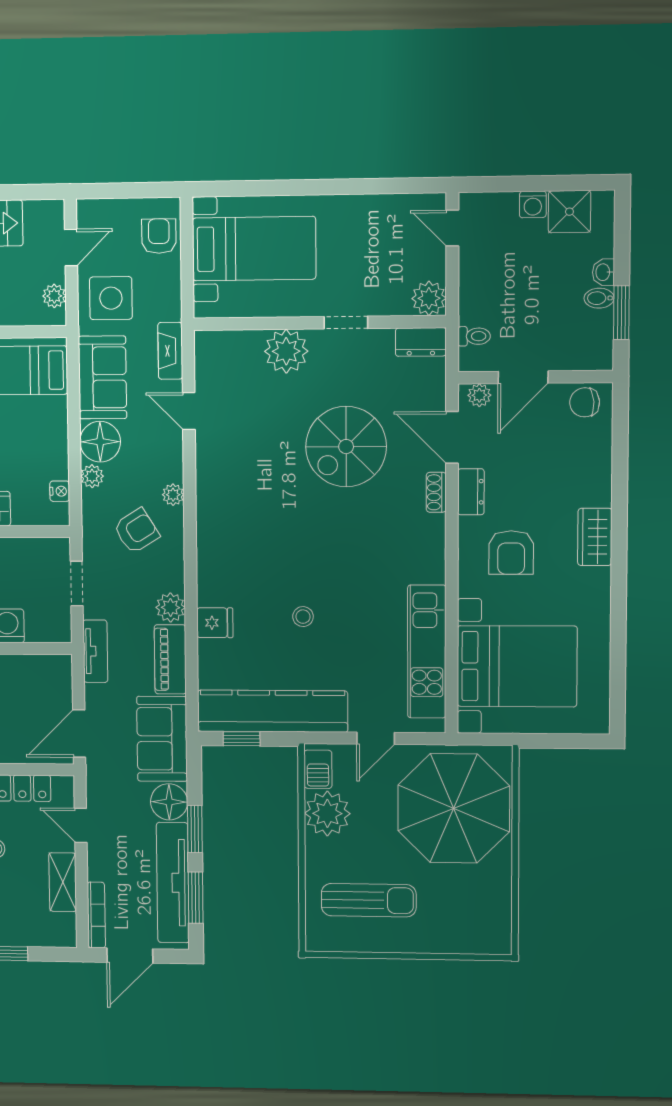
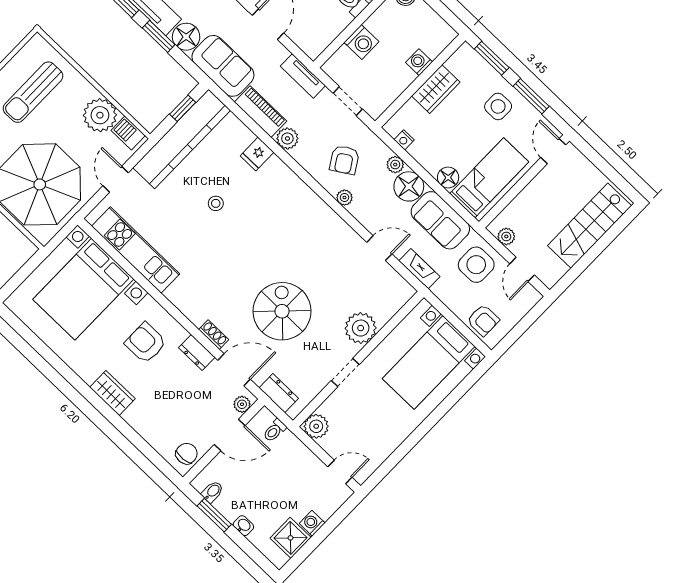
bidet: (599, 298) -> (212, 492), moved
dresser: (421, 342) -> (279, 393), moved, turned 90
door: (523, 377) -> (230, 435), swing flipped
floor lamp: (54, 411) -> (448, 178), added

